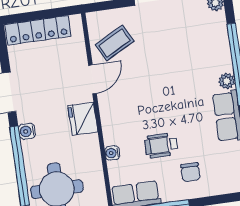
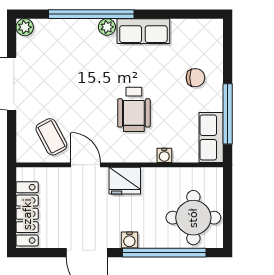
wheelchair: (161, 145) -> (134, 109), moved, width x1.36, depth x1.37

